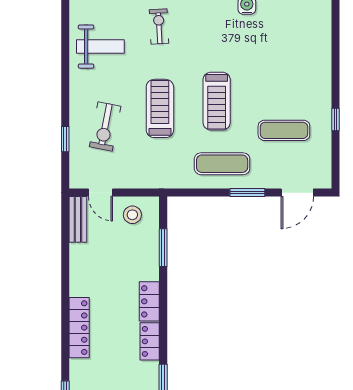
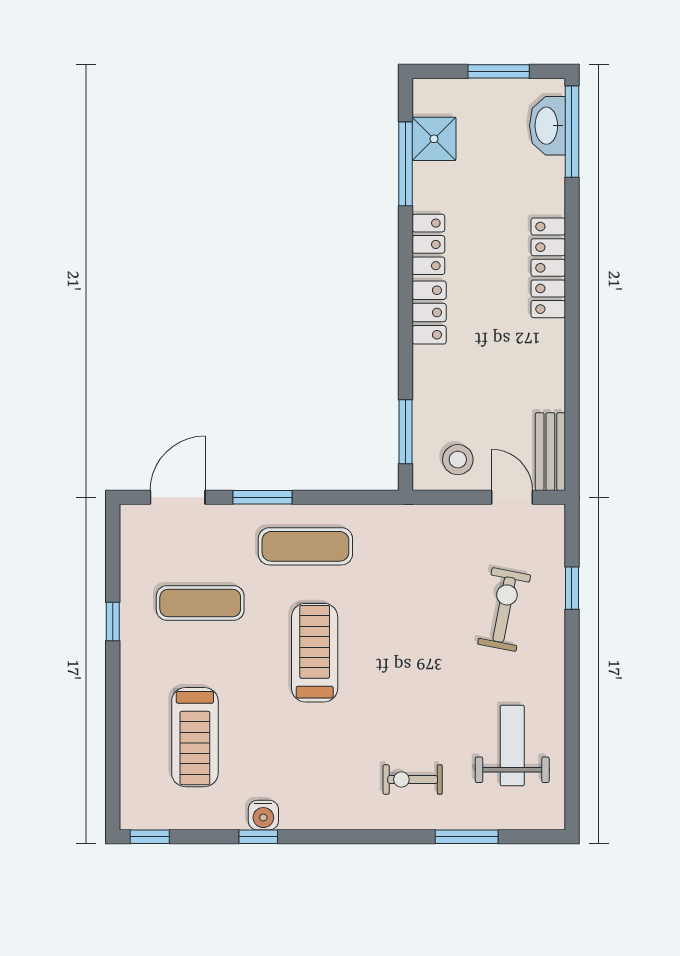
exercise bike: (159, 27) -> (413, 779), turned 93
weight bench: (100, 47) -> (512, 745), turned 90
treadmill: (160, 108) -> (195, 737), moved
window: (163, 248) -> (406, 432), moved

